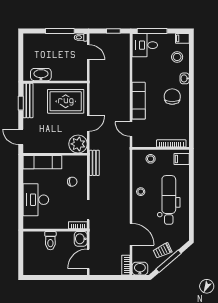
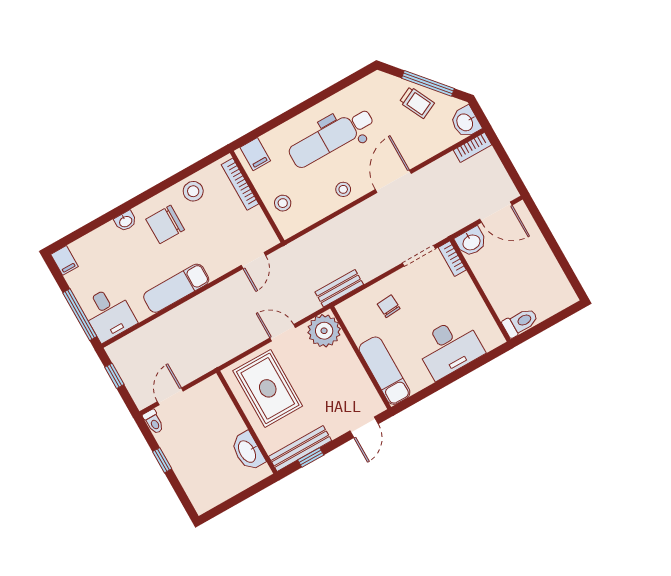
window: (60, 31) -> (162, 460), width x0.46
stool: (177, 57) -> (193, 191), moved
exam couch: (139, 101) -> (176, 288), moved
door: (131, 234) -> (393, 181), moved
toilet: (50, 241) -> (520, 322), moved

